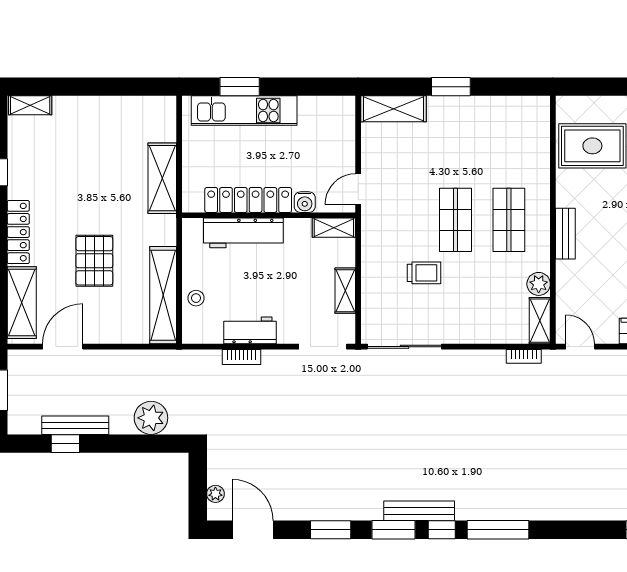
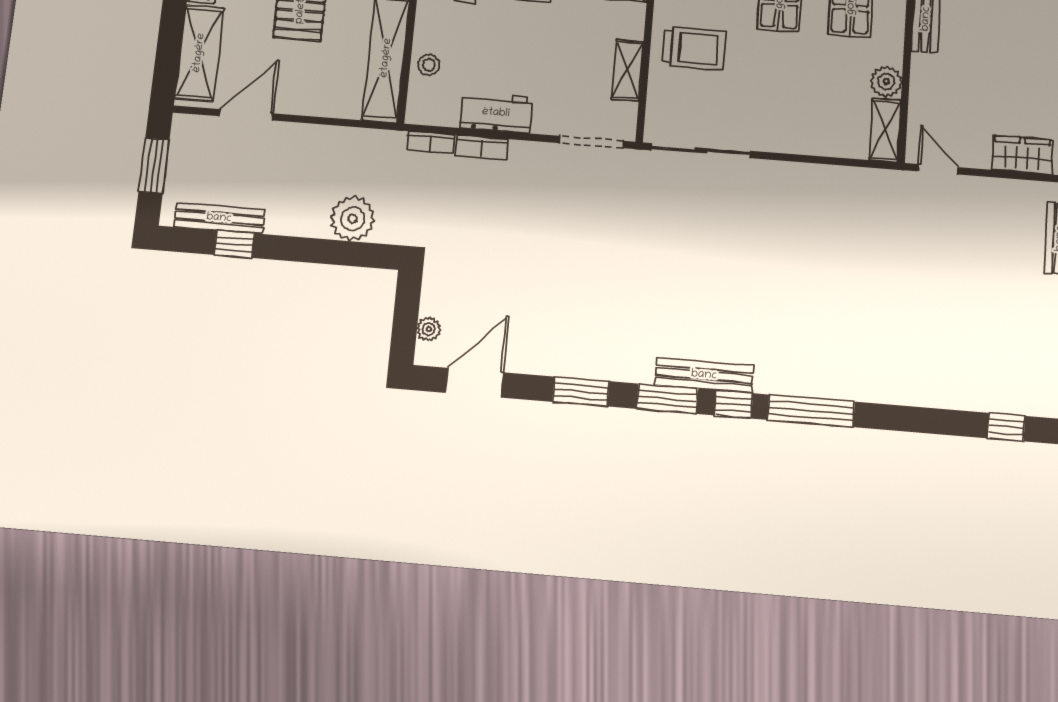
trolley: (424, 273) -> (694, 48), moved, width x1.36, depth x1.39
bookcase: (524, 356) -> (431, 142), moved
bench: (75, 425) -> (219, 218), moved
door: (253, 530) -> (474, 383), hinge flipped

